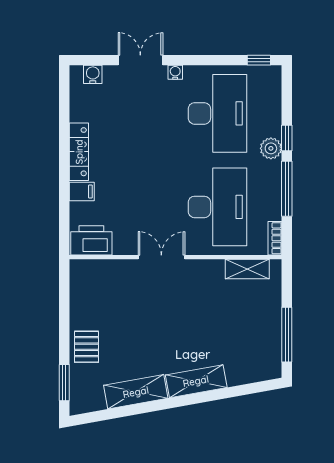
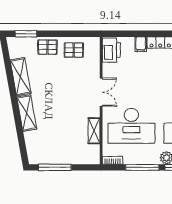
shelving: (247, 269) -> (94, 131), moved
pallet: (91, 303) -> (74, 50), added

